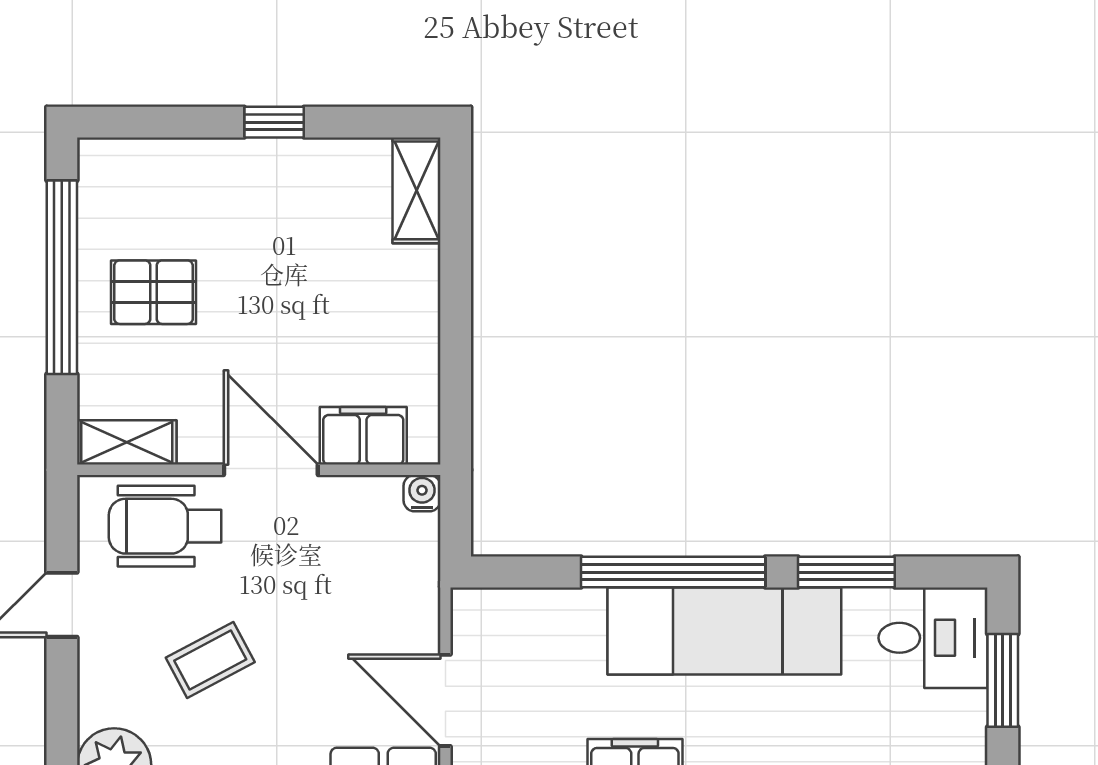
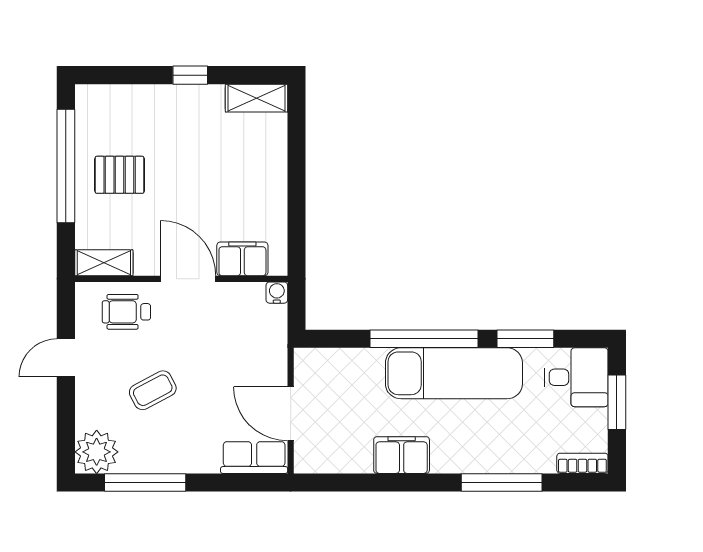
shelving: (416, 190) -> (257, 98), moved, turned 90
wheelchair: (165, 526) -> (126, 312), width x0.73, depth x0.73

